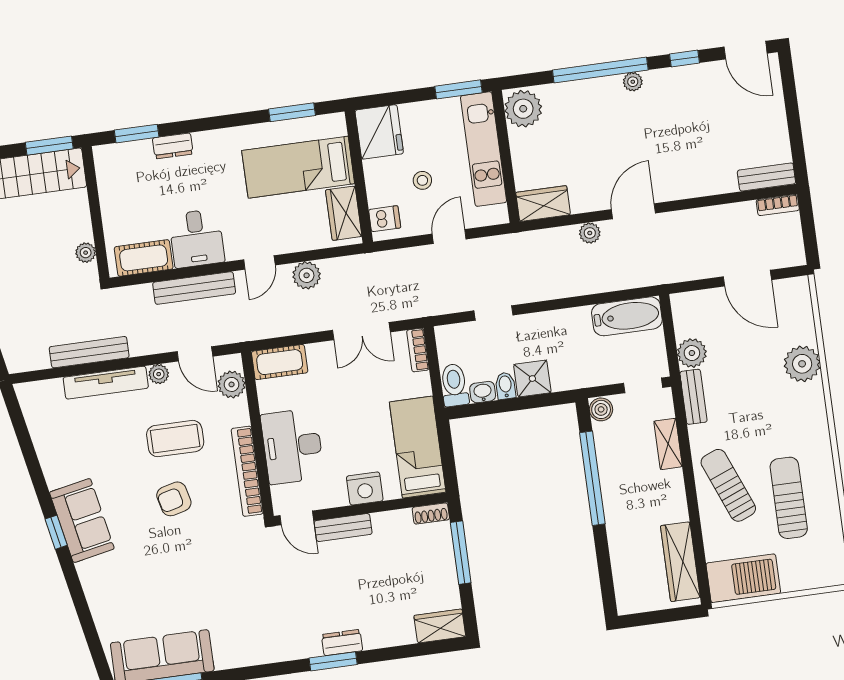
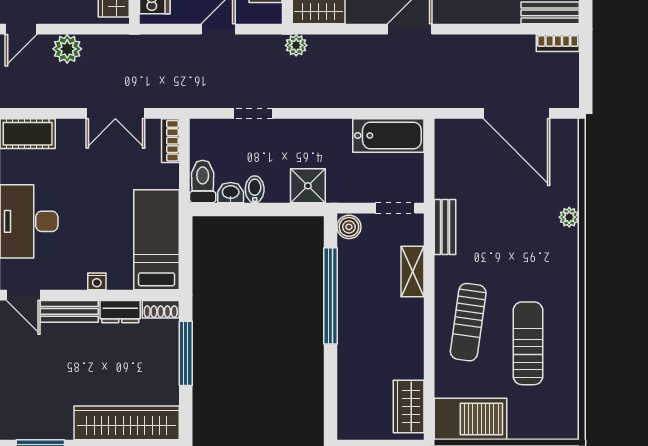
plant: (590, 233) -> (296, 45), moved
door: (747, 278) -> (517, 113), width x1.36
plant: (692, 353) -> (450, 182), removed
plant: (802, 364) -> (569, 217), width x0.53, depth x0.53
shower: (532, 379) -> (308, 186), moved
sun lounger: (728, 485) -> (468, 322), turned -150
nightstand: (365, 488) -> (97, 281), width x0.53, depth x0.56
wardrobe: (680, 562) -> (409, 407), width x0.67
wardrobe: (440, 626) -> (127, 423), width x2.10, depth x1.17
dresser: (342, 643) -> (120, 312), moved, turned 180

